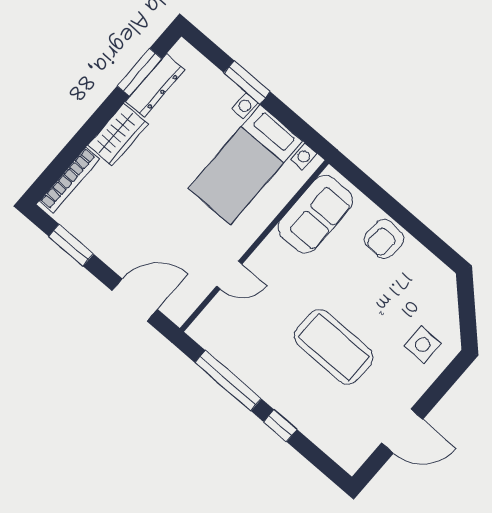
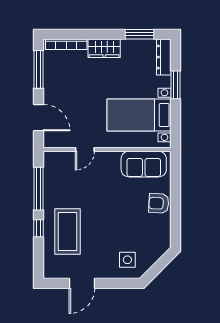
dresser: (155, 86) -> (164, 57), moved, turned 90
window: (71, 245) -> (39, 69), width x1.44
door: (229, 275) -> (85, 149), hinge flipped
coffee table: (334, 347) -> (68, 231), moved
door: (402, 431) -> (82, 283), hinge flipped

